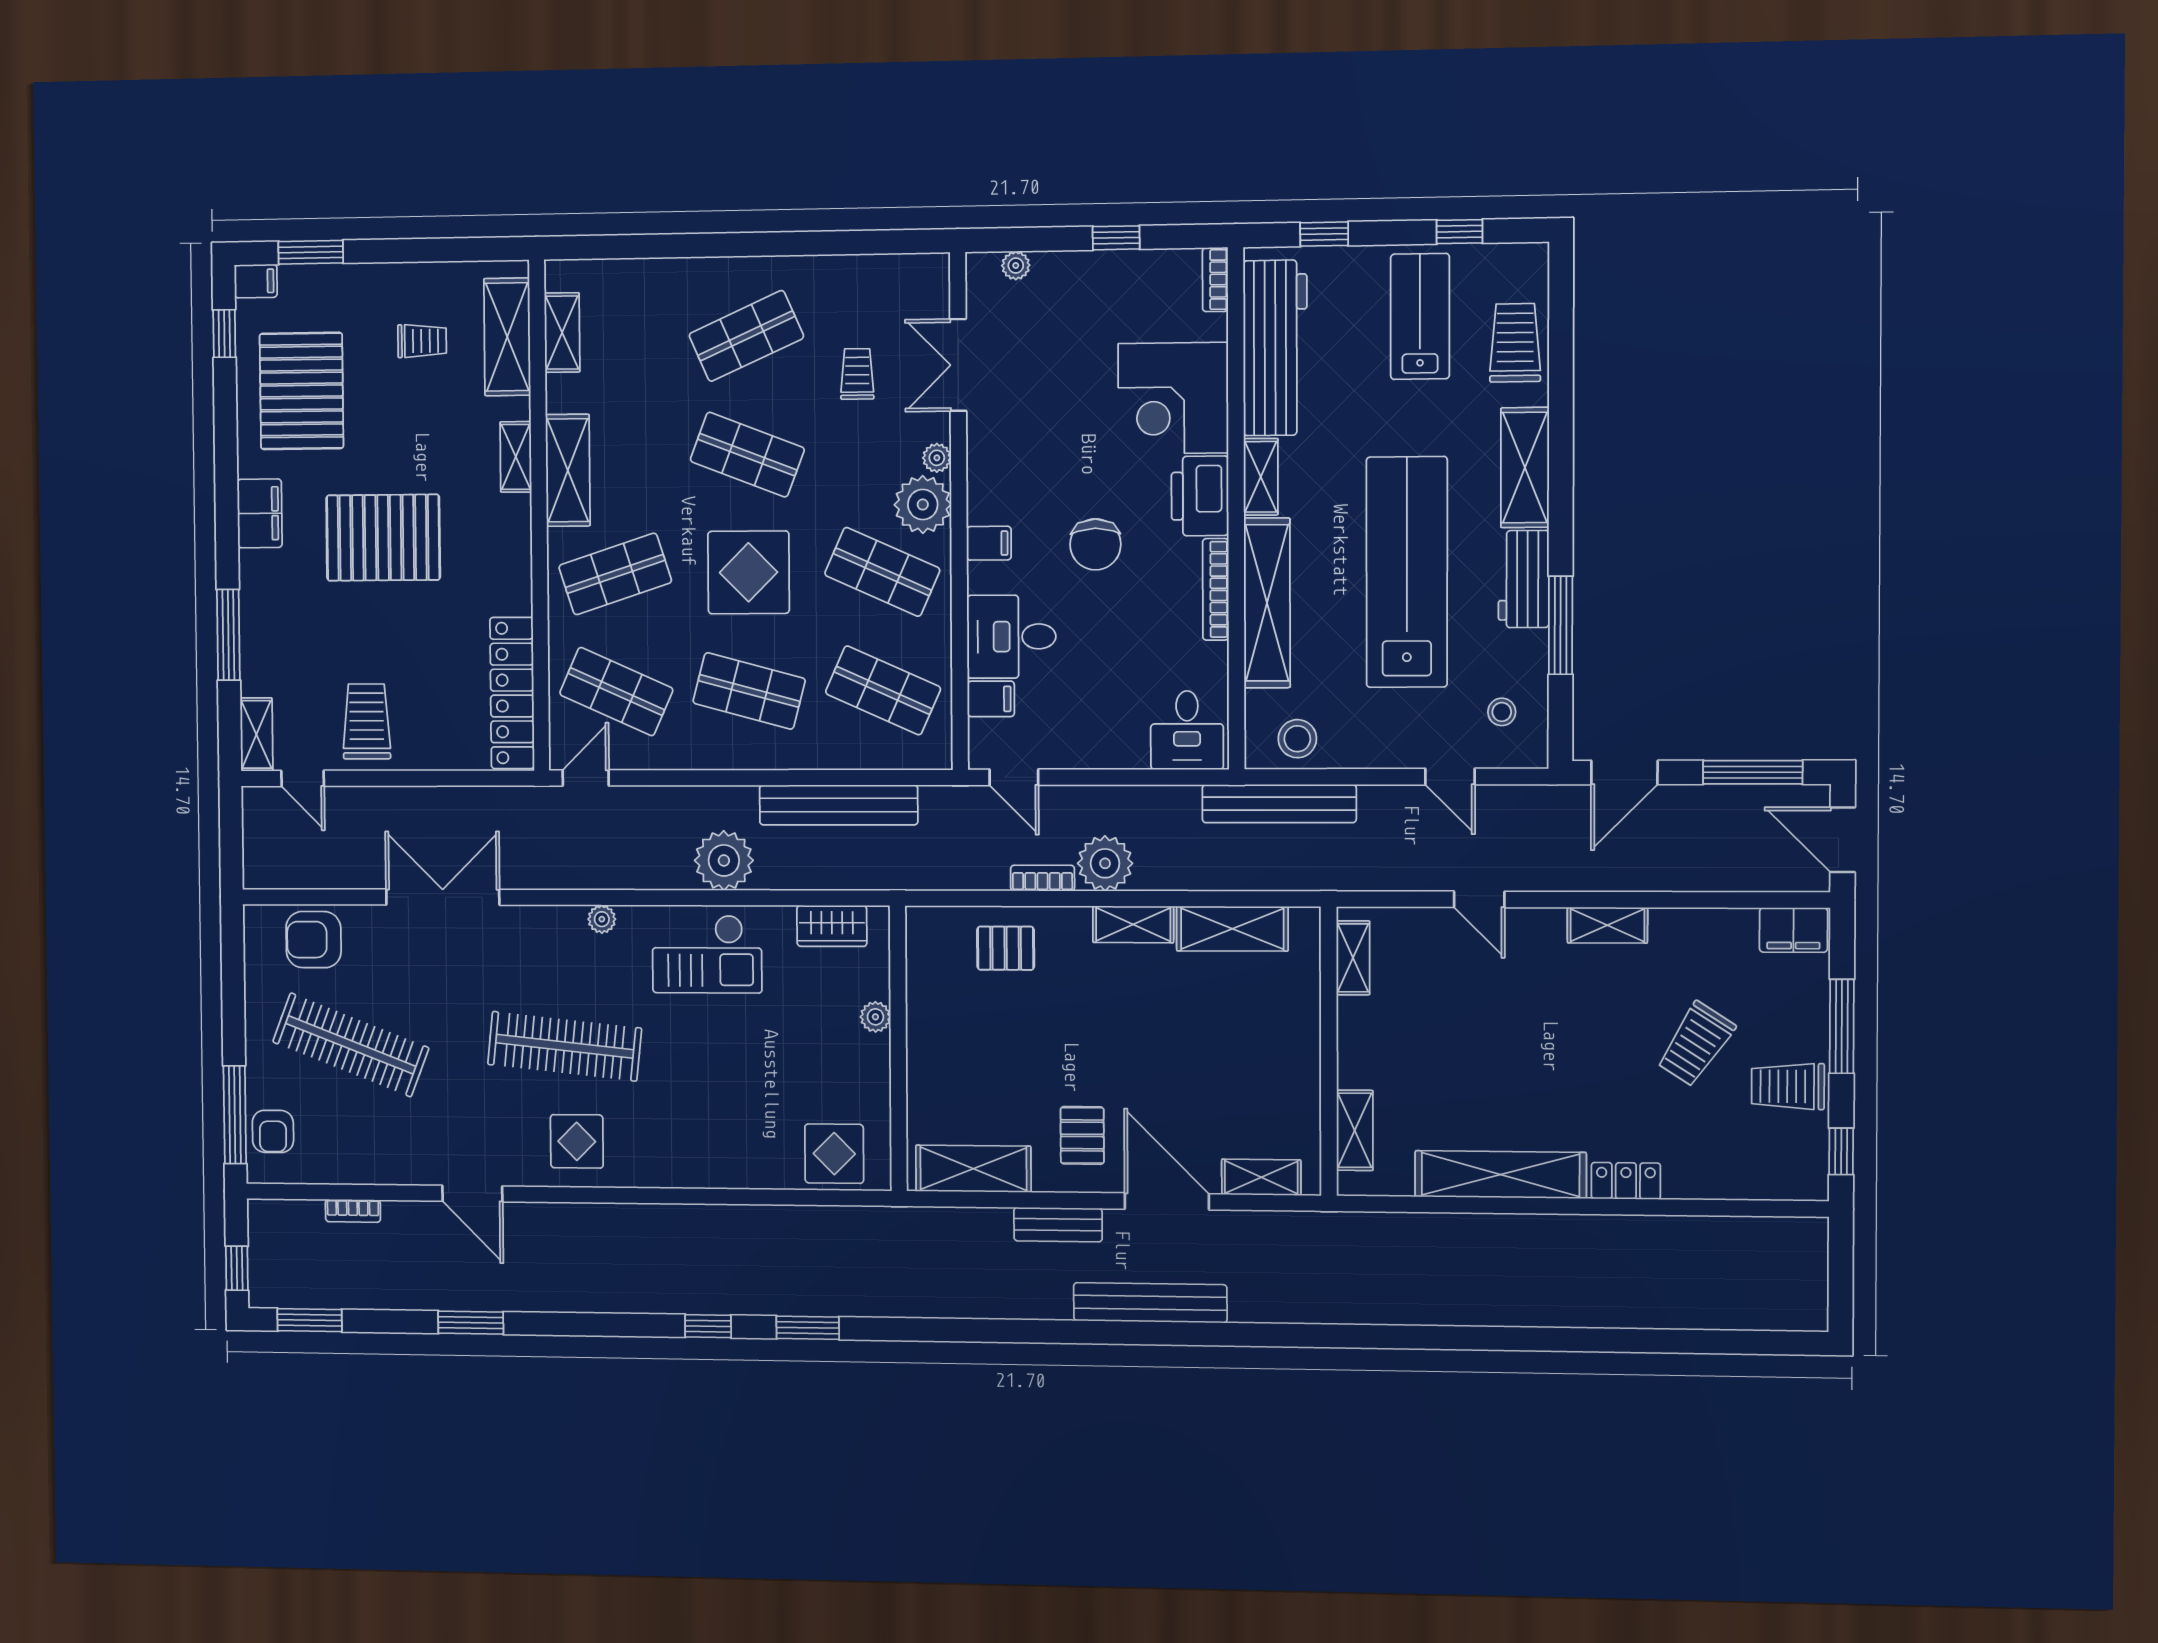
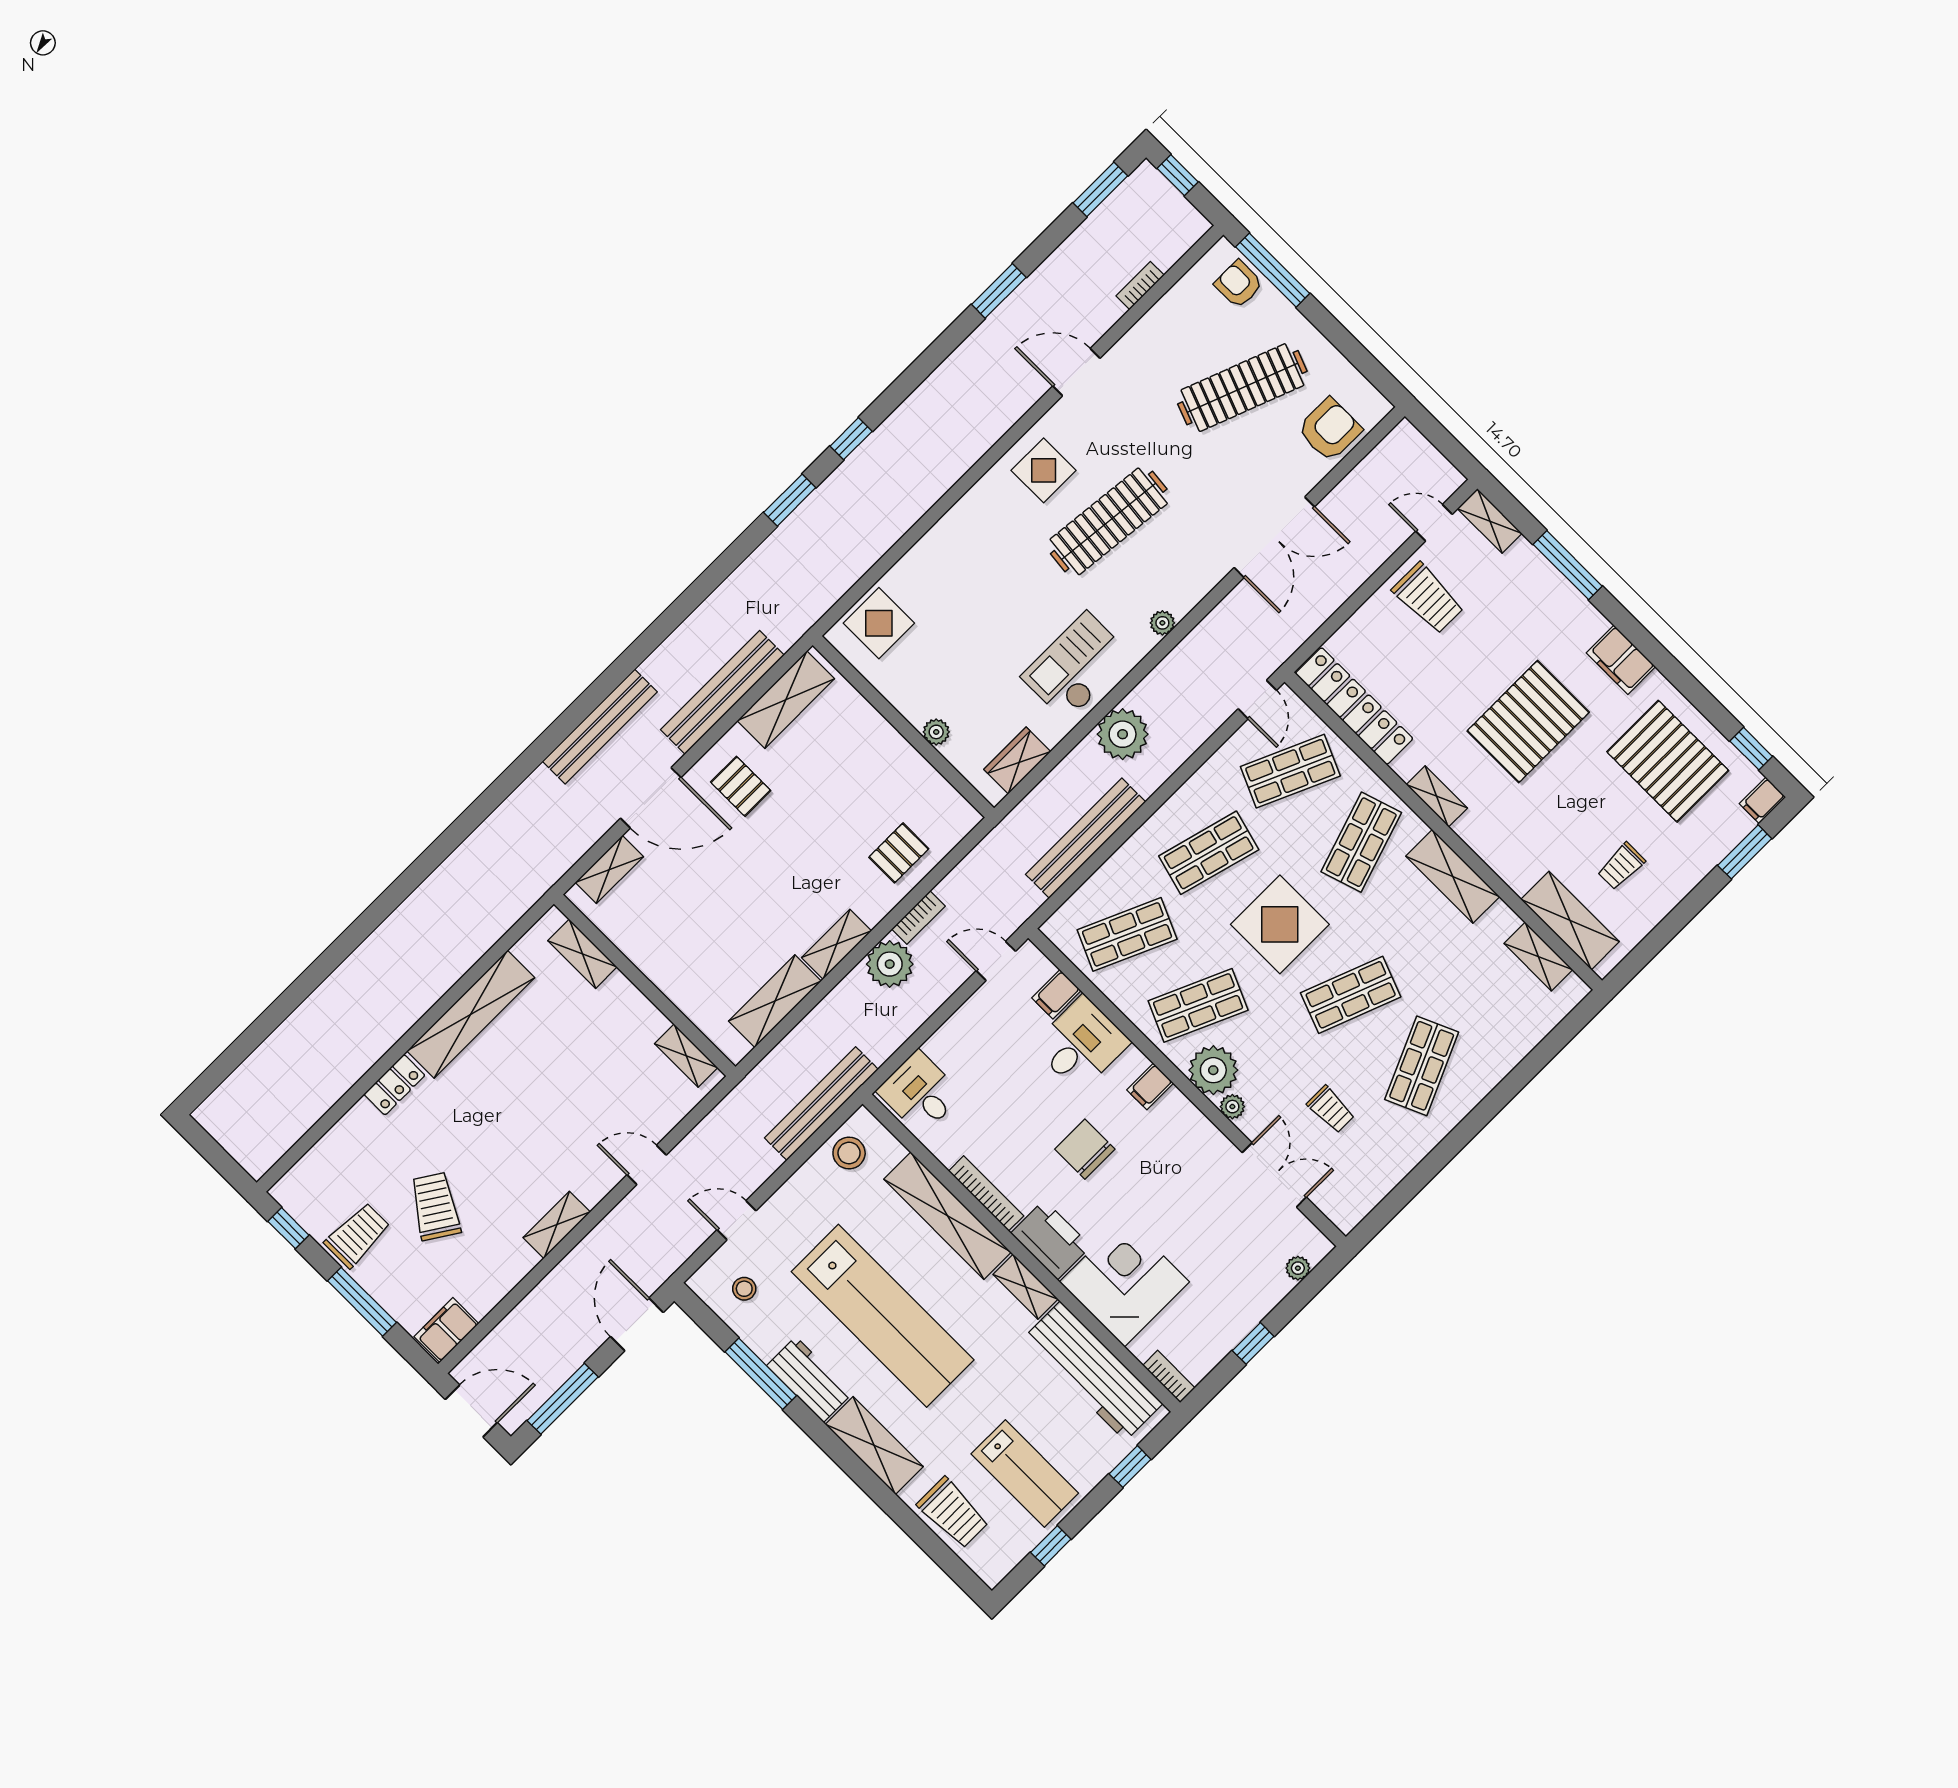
shelving: (516, 457) -> (1437, 796), moved
bench: (1058, 1225) -> (722, 692), width x1.86, depth x1.21

